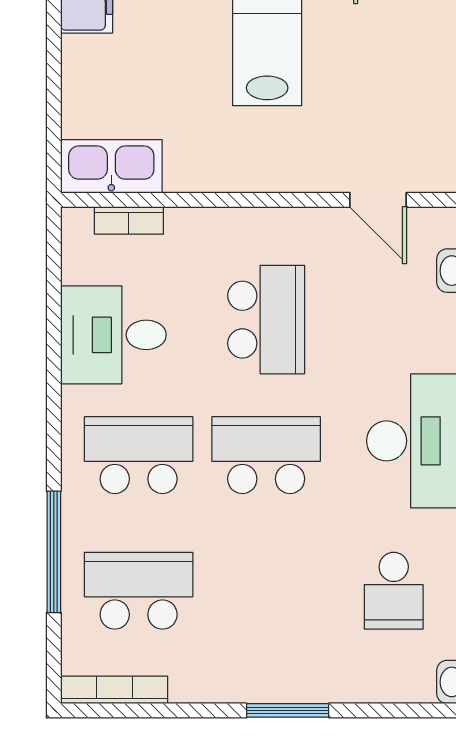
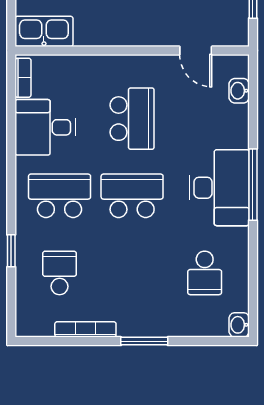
bookcase: (129, 220) -> (23, 78), moved, turned -90
window: (54, 552) -> (11, 251), width x0.46
school desk: (139, 591) -> (60, 273), width x0.54
bookcase: (114, 690) -> (85, 329), moved

